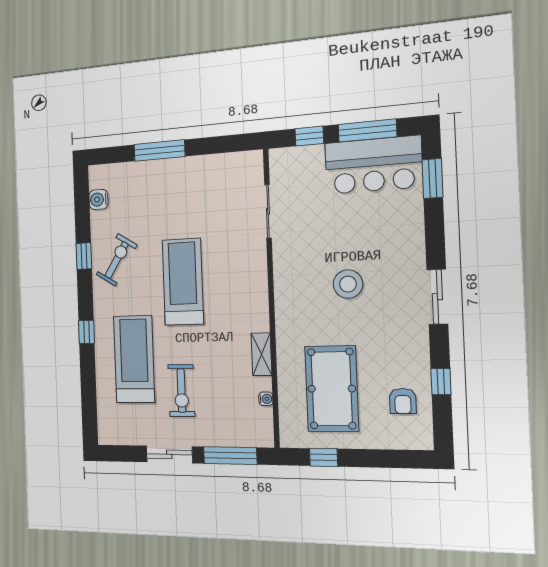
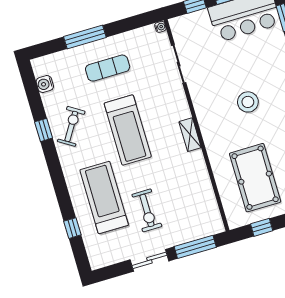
exercise mat: (177, 196) -> (108, 68), added
treadmill: (183, 282) -> (128, 130), turned 180
window: (87, 332) -> (72, 228), moved
shelving: (261, 354) -> (190, 135), moved
water cooler: (266, 399) -> (160, 27), moved

